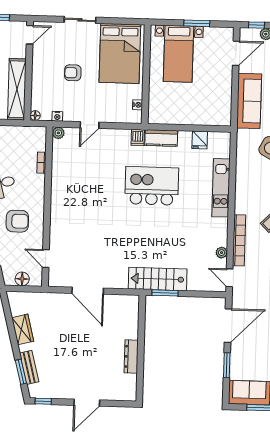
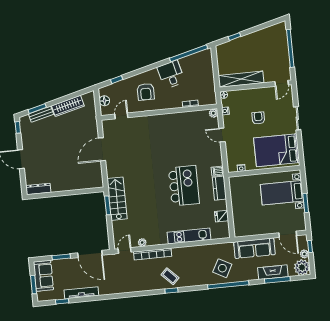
door: (30, 35) -> (282, 83), hinge flipped
wardrobe: (23, 329) -> (68, 106), width x1.50
dresser: (131, 357) -> (38, 189), moved

